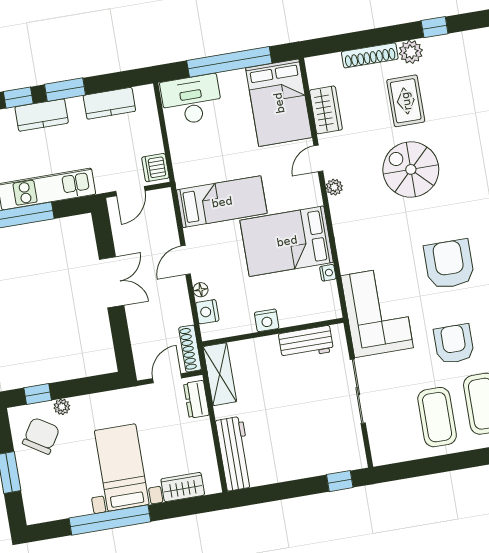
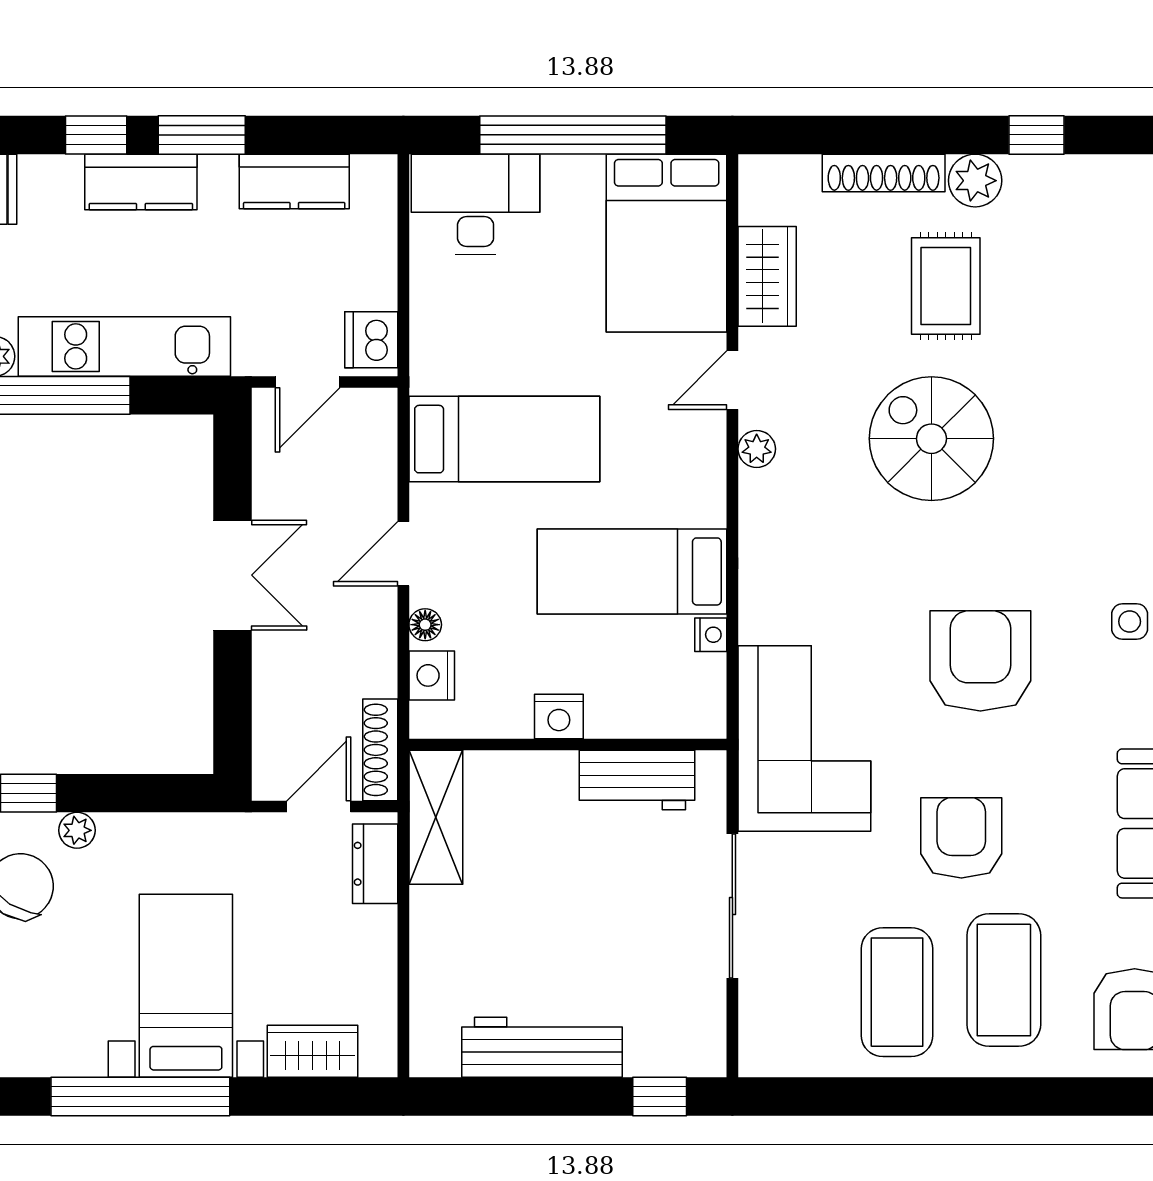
bed: (287, 241) -> (632, 571), width x0.67
workbench: (235, 454) -> (542, 1047), moved, turned -90

